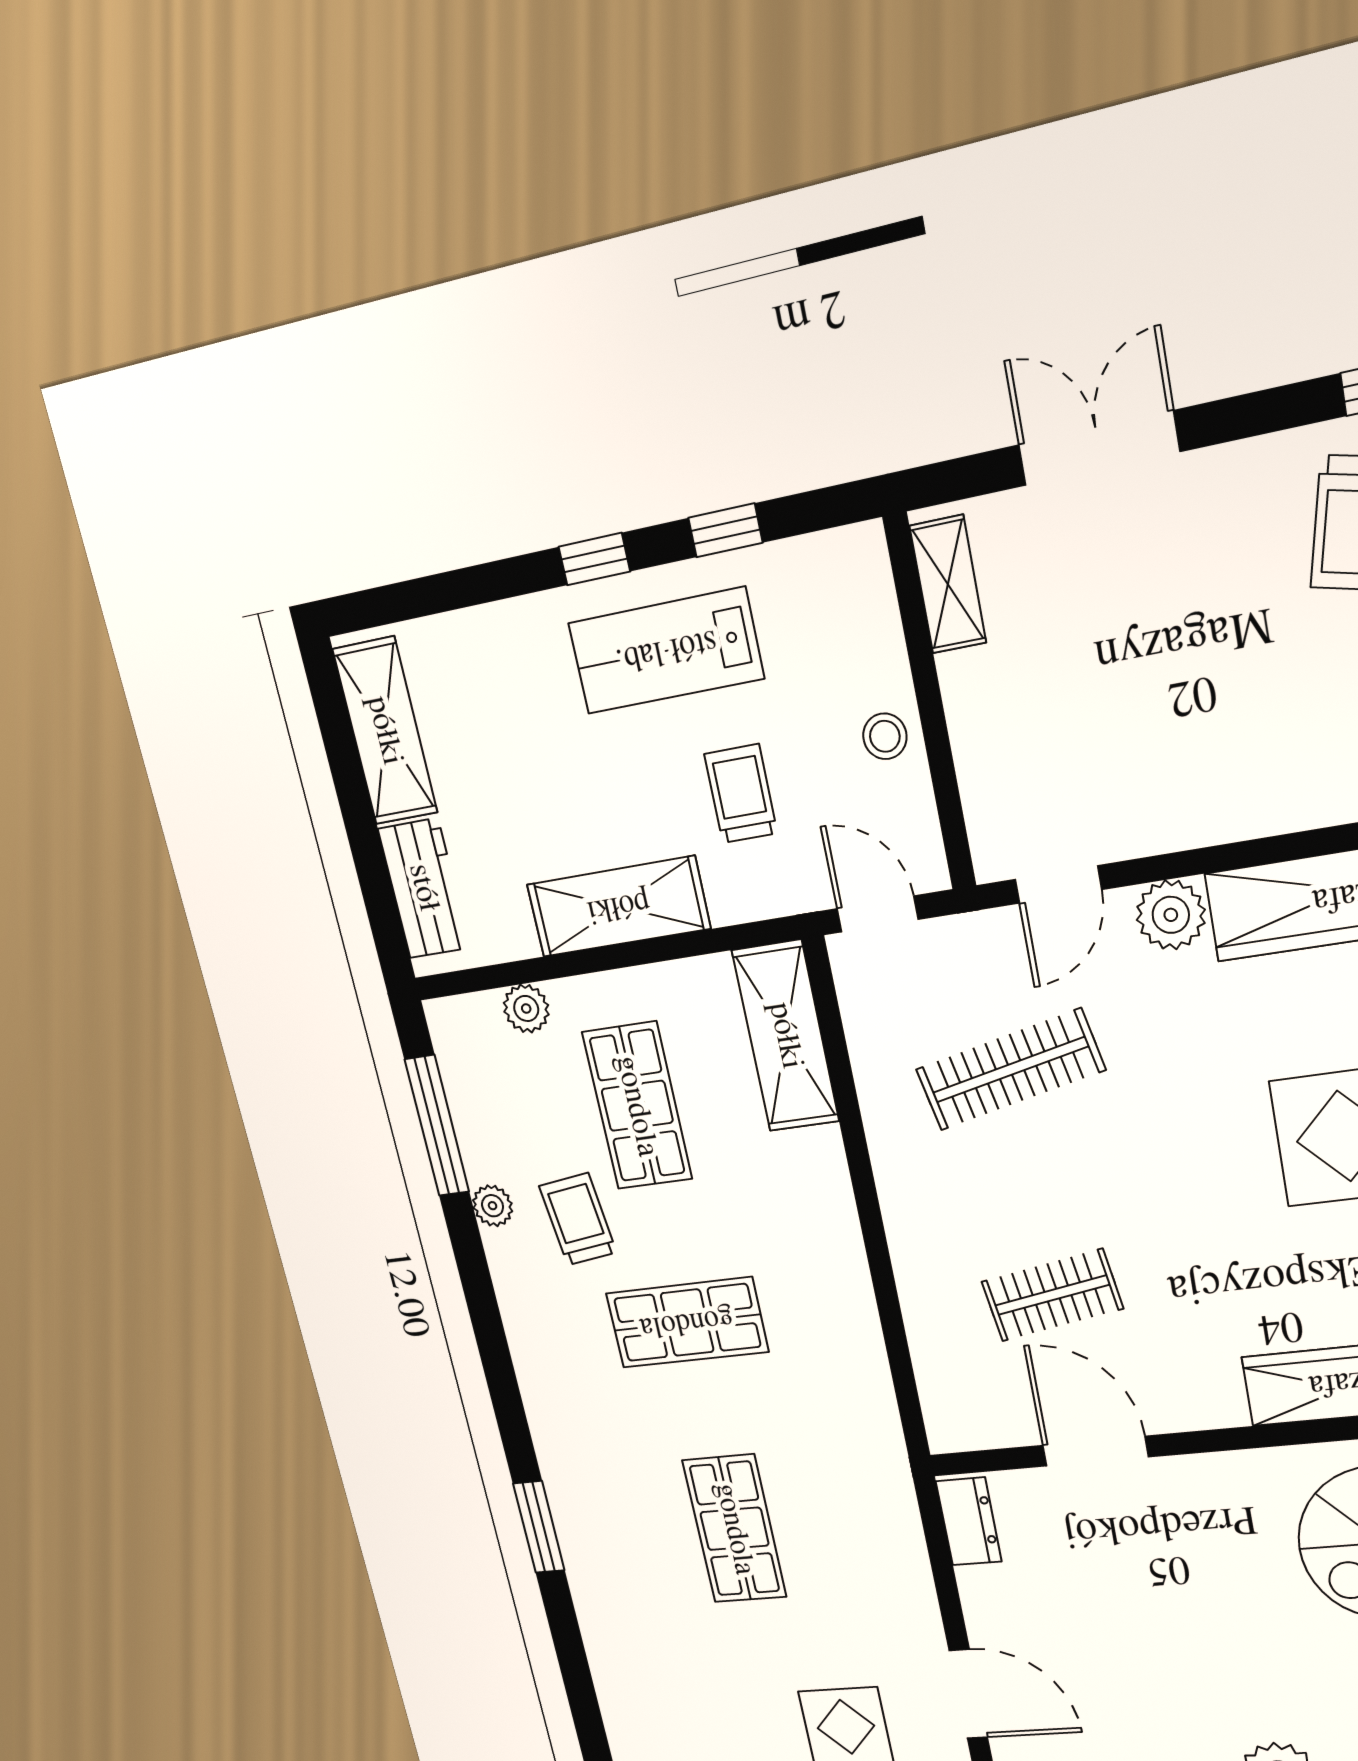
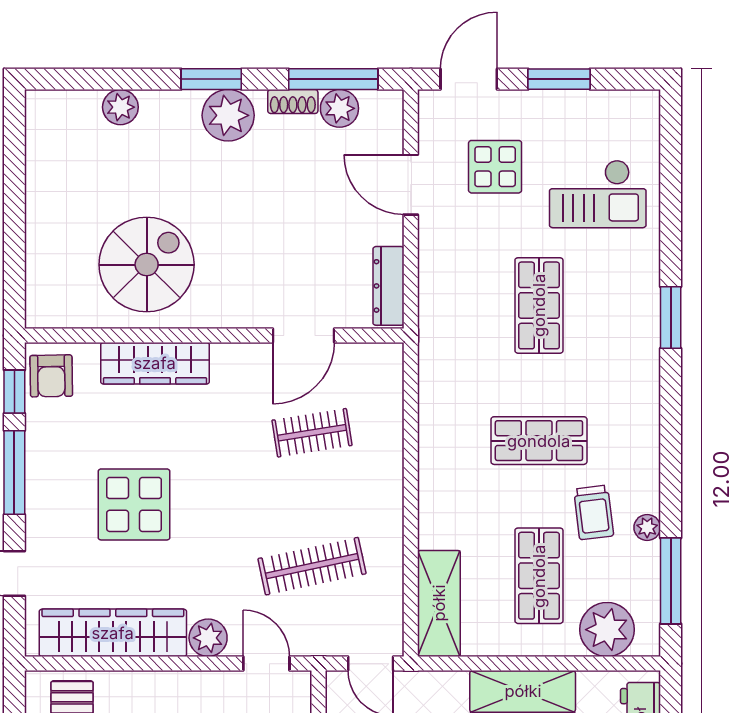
door: (1058, 884) -> (266, 664), hinge flipped
plant: (526, 1008) -> (607, 630), width x1.87, depth x1.87
door: (1096, 1451) -> (303, 335), hinge flipped
dresser: (969, 1521) -> (389, 286), width x1.44
checkout: (686, 1697) -> (598, 194), added

